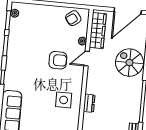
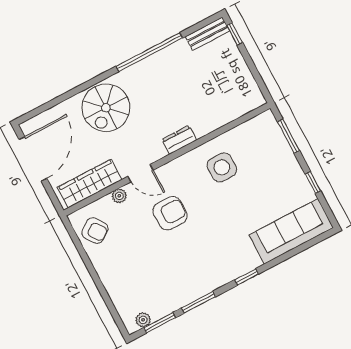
door: (128, 11) -> (33, 159), hinge flipped
armchair: (58, 60) -> (170, 213), turned 90
dresser: (89, 103) -> (179, 140), moved

